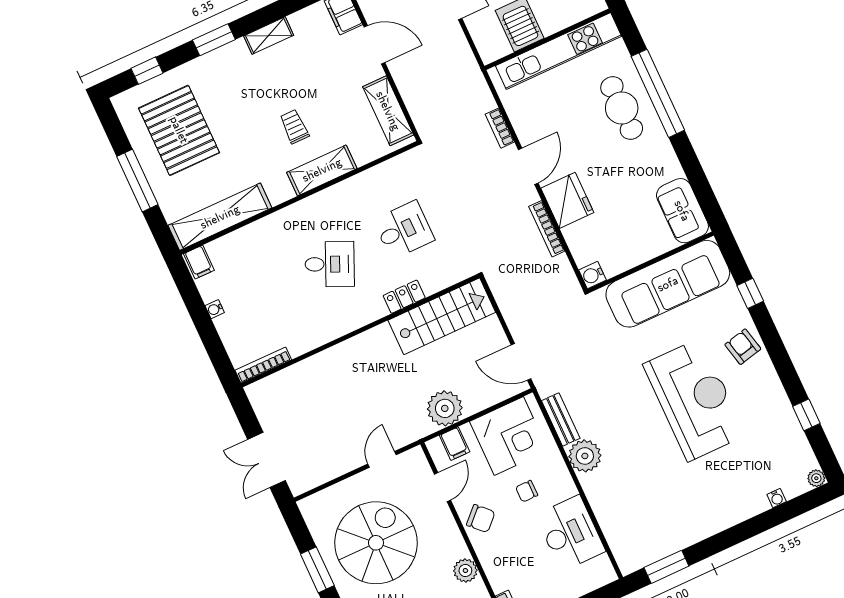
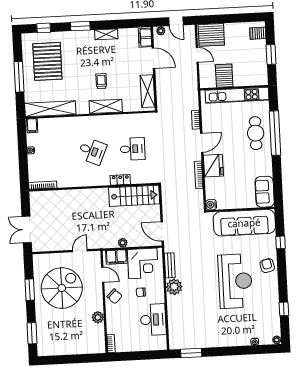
plant: (445, 408) -> (123, 243), width x0.53, depth x0.53
filing cabinet: (455, 444) -> (116, 257), width x2.00
door: (442, 487) -> (103, 275), hinge flipped

